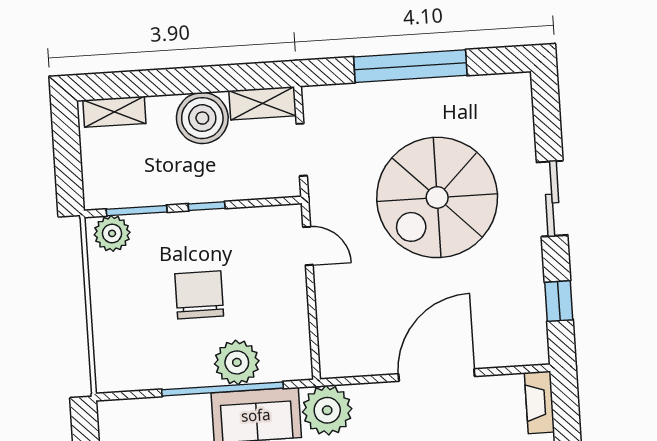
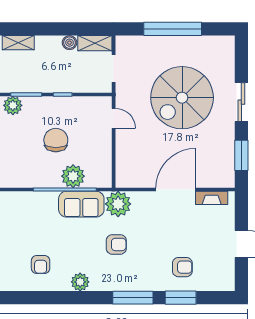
boiler: (202, 118) -> (70, 43), width x0.54, depth x0.54
window: (559, 301) -> (241, 155), width x1.50
fireplace: (539, 402) -> (212, 198), moved, turned -90

